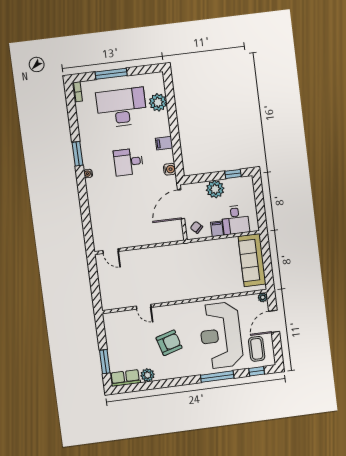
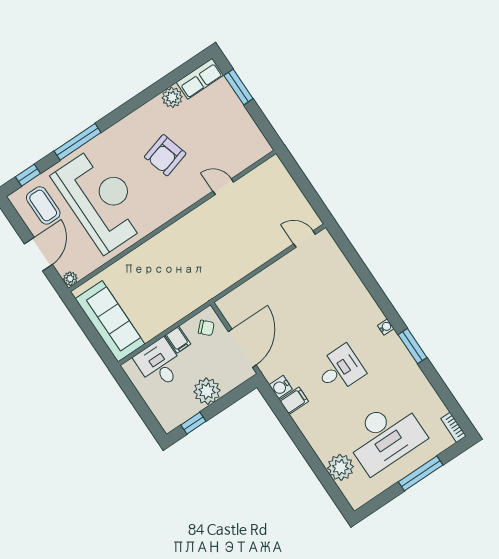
filing cabinet: (164, 143) -> (294, 401), moved

